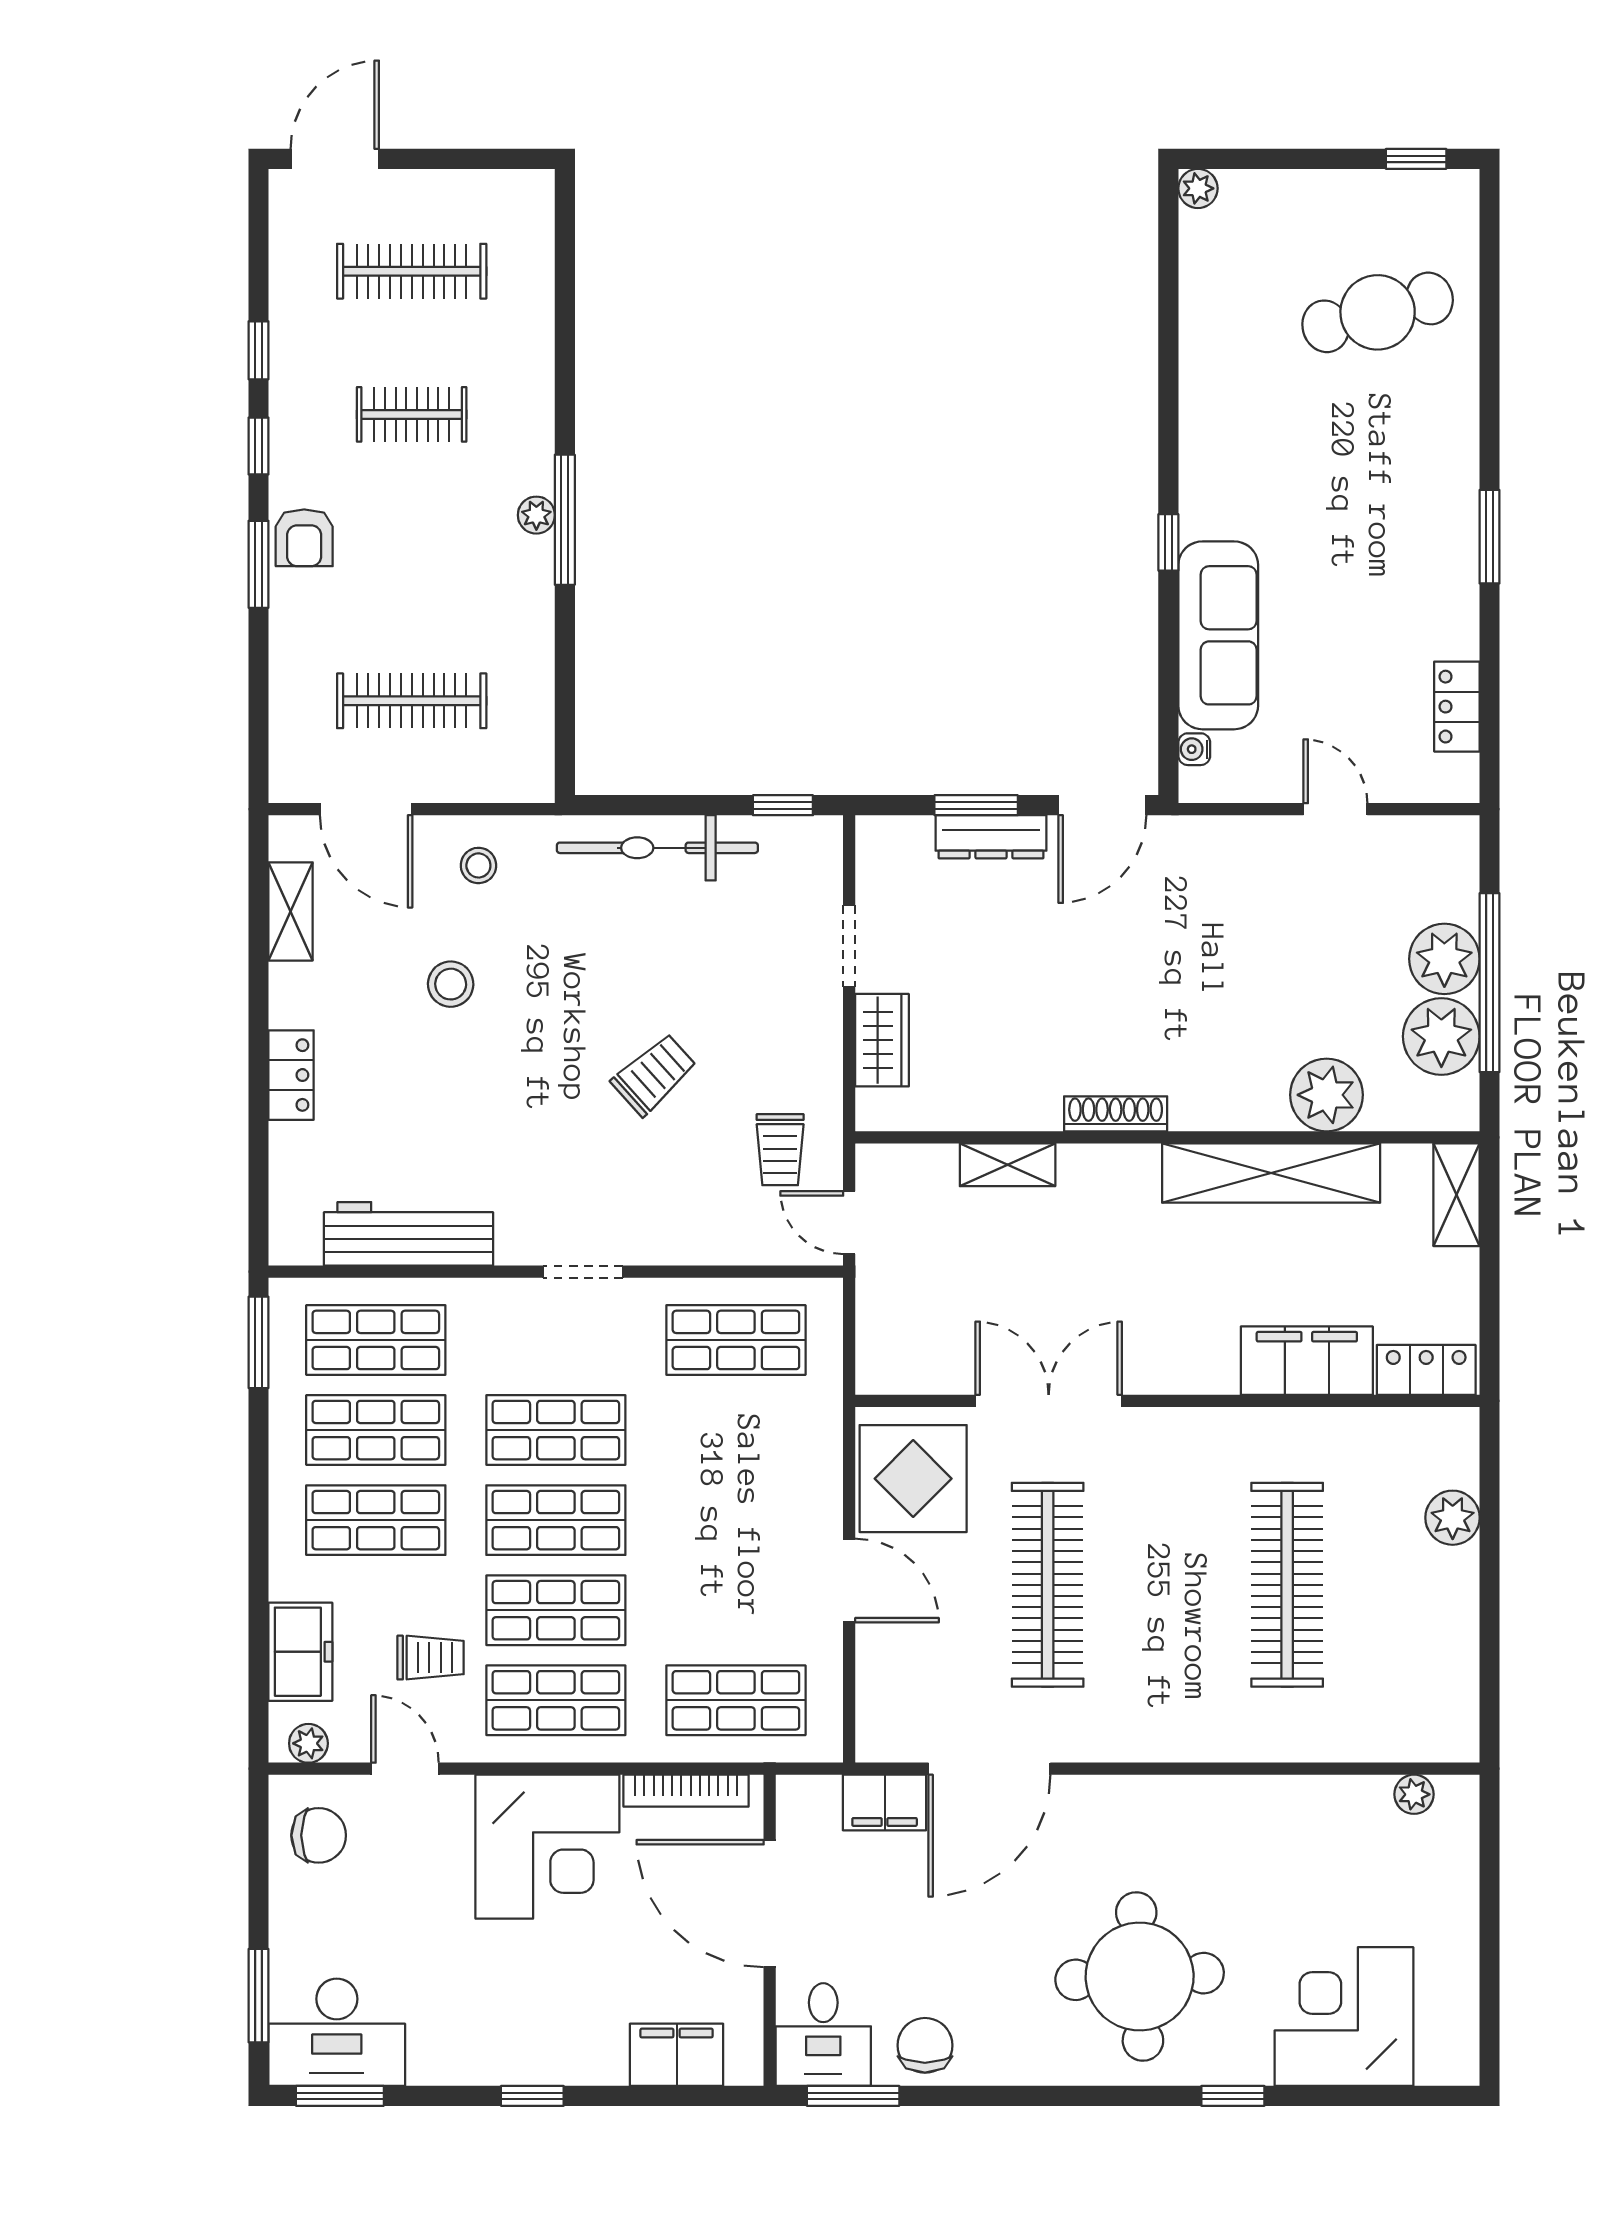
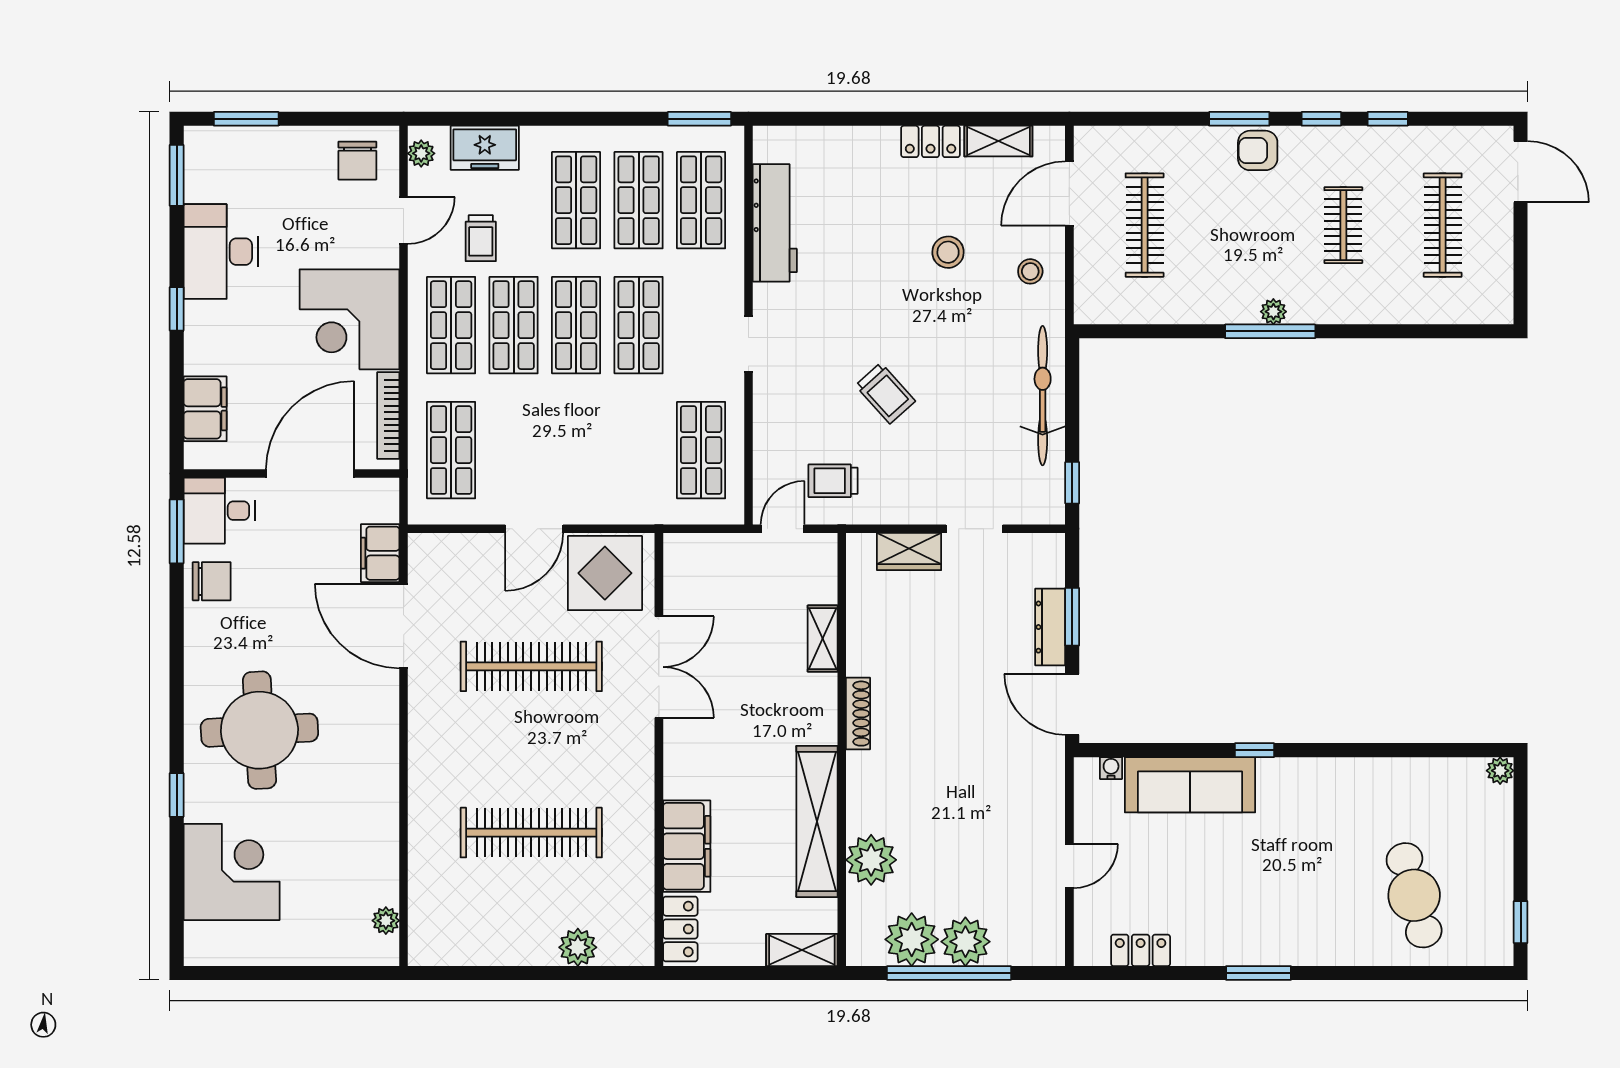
locker: (291, 1075) -> (931, 141), moved
desk: (337, 2032) -> (221, 252), moved

